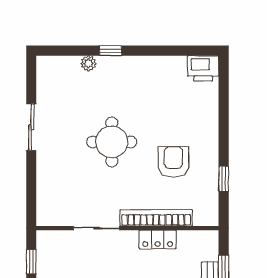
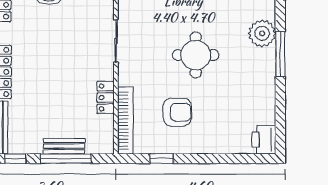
window: (110, 51) -> (280, 54), width x2.17
plant: (88, 63) -> (262, 33), width x1.88, depth x1.88
bookcase: (156, 218) -> (125, 121), moved

